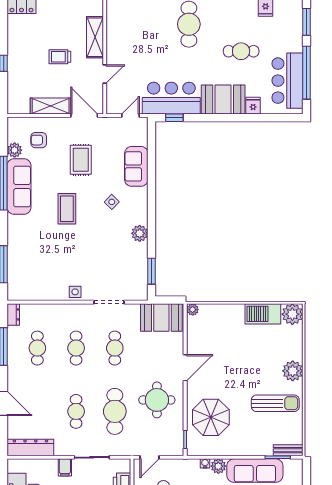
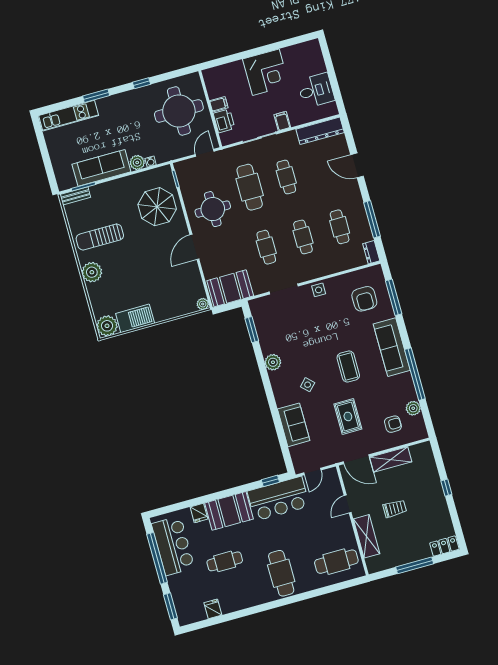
cafe table: (132, 21) -> (336, 562), added
sofa: (19, 187) -> (392, 347), moved
armchair: (33, 271) -> (364, 299), added

